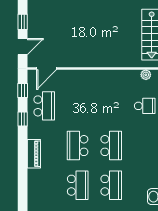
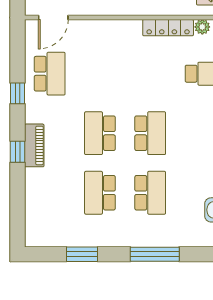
locker: (123, 75) -> (168, 28), added
window: (23, 90) -> (17, 152), moved
school desk: (78, 185) -> (100, 193), turned 180

